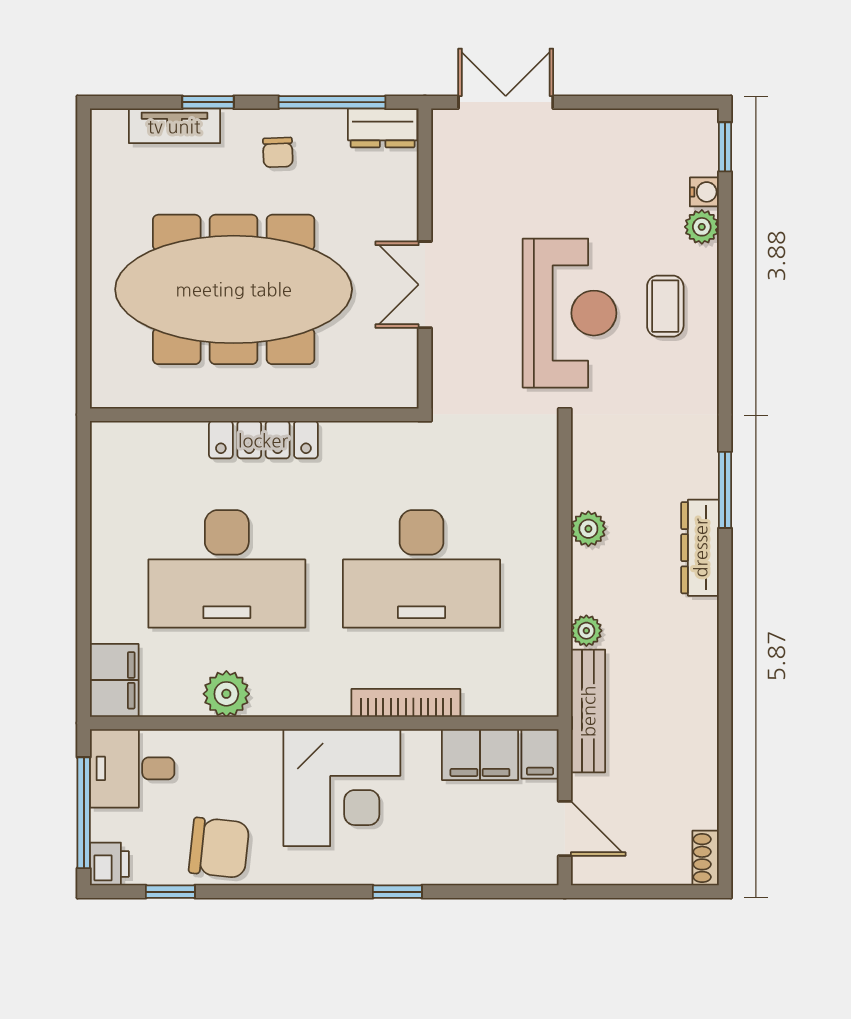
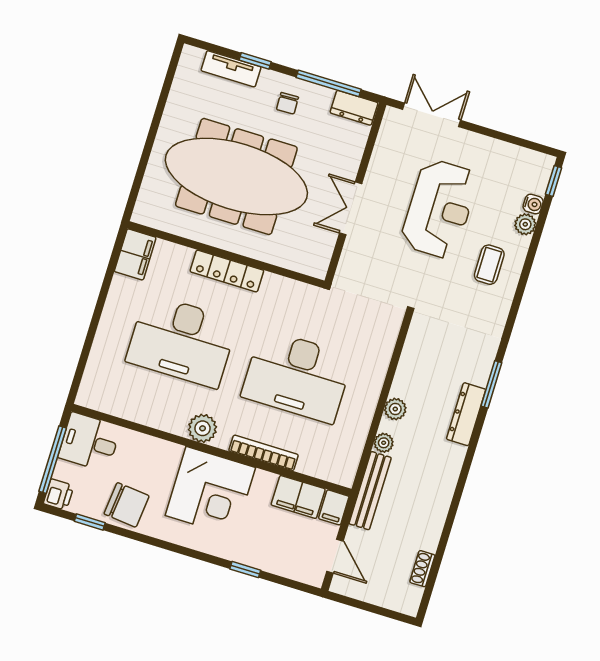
reception desk: (570, 313) -> (439, 209), moved
plant: (588, 529) -> (395, 409), moved
filing cabinet: (114, 680) -> (135, 254), moved
plant: (226, 694) -> (202, 428), moved
shoe rack: (706, 858) -> (422, 569), moved
window: (397, 892) -> (245, 570), moved

